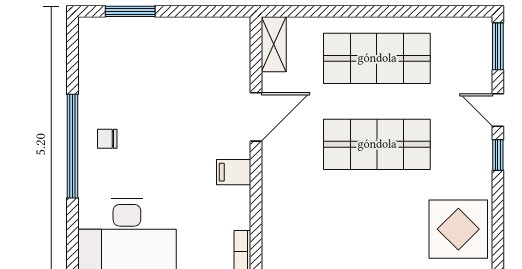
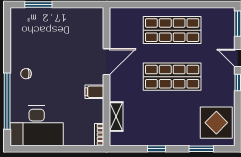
shelving: (274, 44) -> (116, 117), moved
window: (73, 146) -> (7, 101), moved

